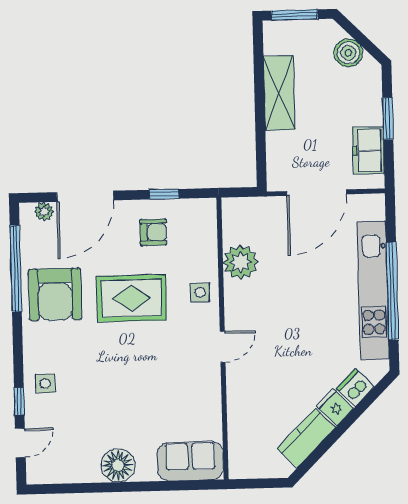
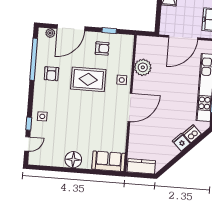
armchair: (55, 294) -> (51, 74), width x0.53, depth x0.53
door: (223, 347) -> (130, 107), width x1.87
kitchen counter: (306, 438) -> (141, 166), moved, turned 45

